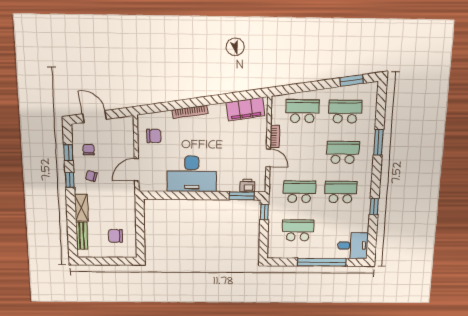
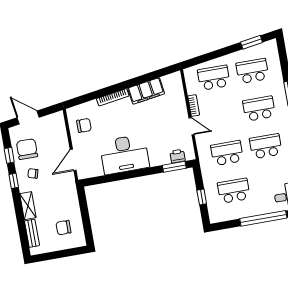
filing cabinet: (245, 109) -> (146, 91), moved
chair: (89, 150) -> (27, 149), width x1.87, depth x1.87
window: (264, 212) -> (202, 197), moved

